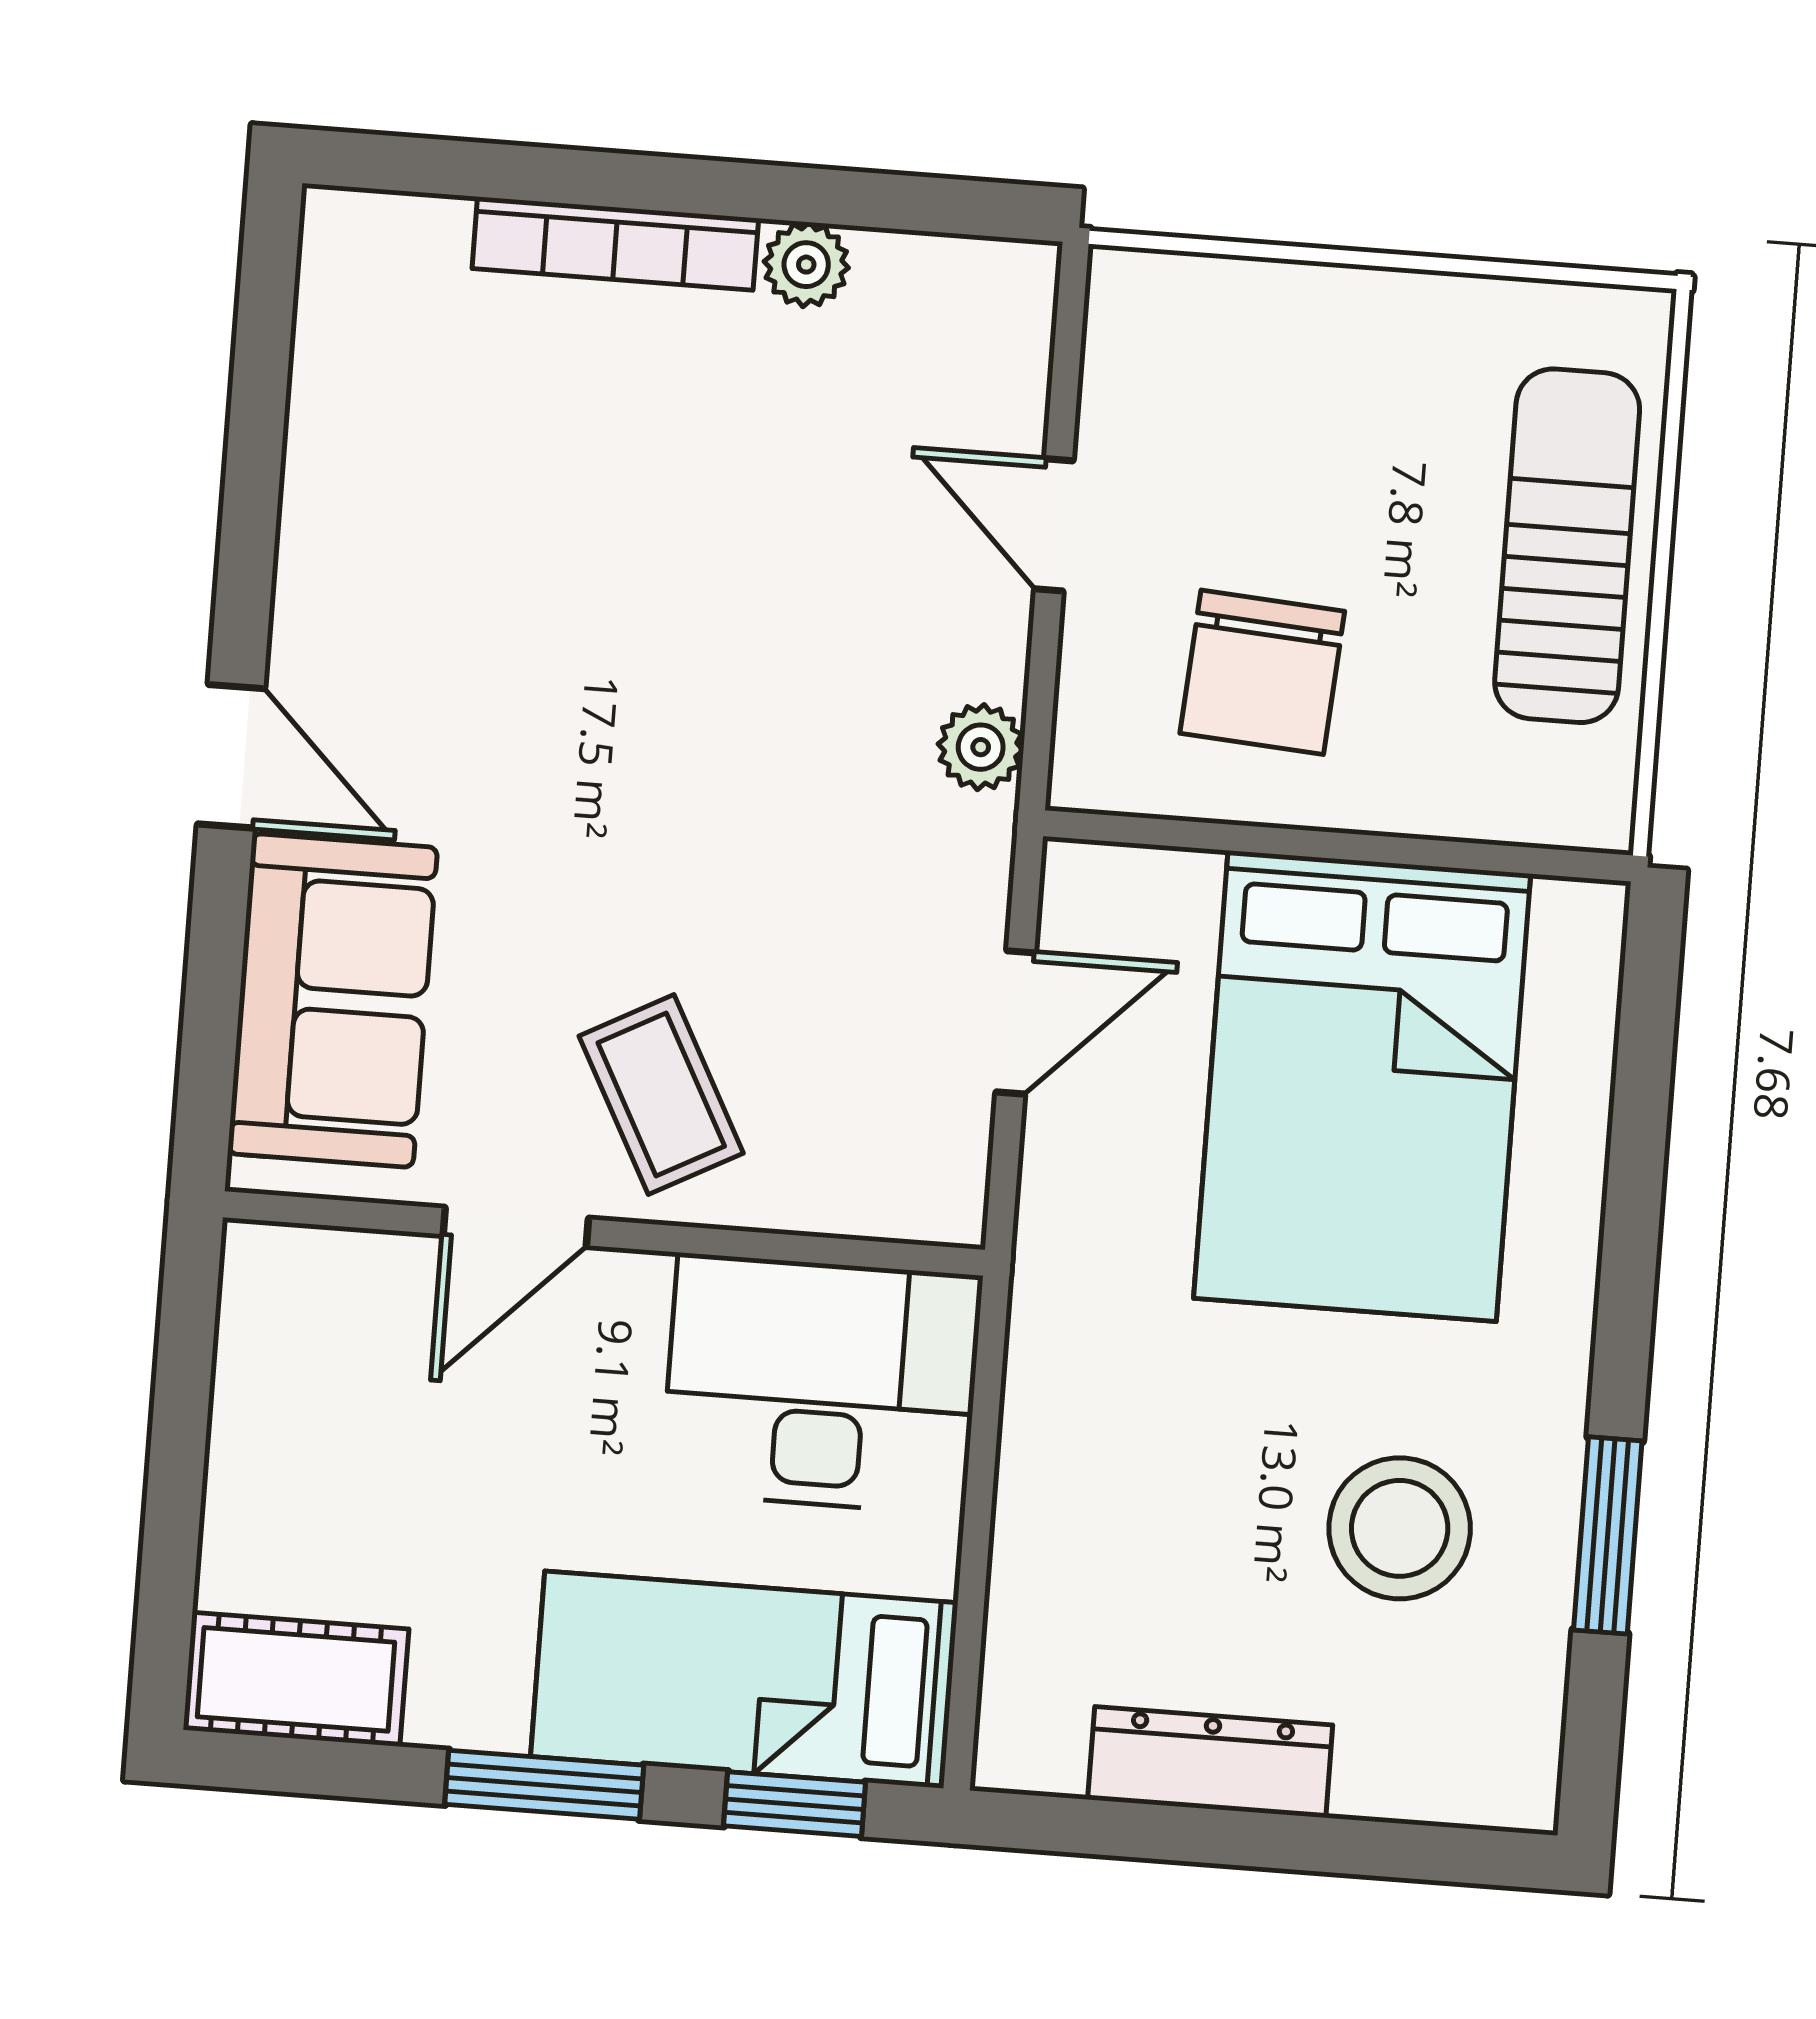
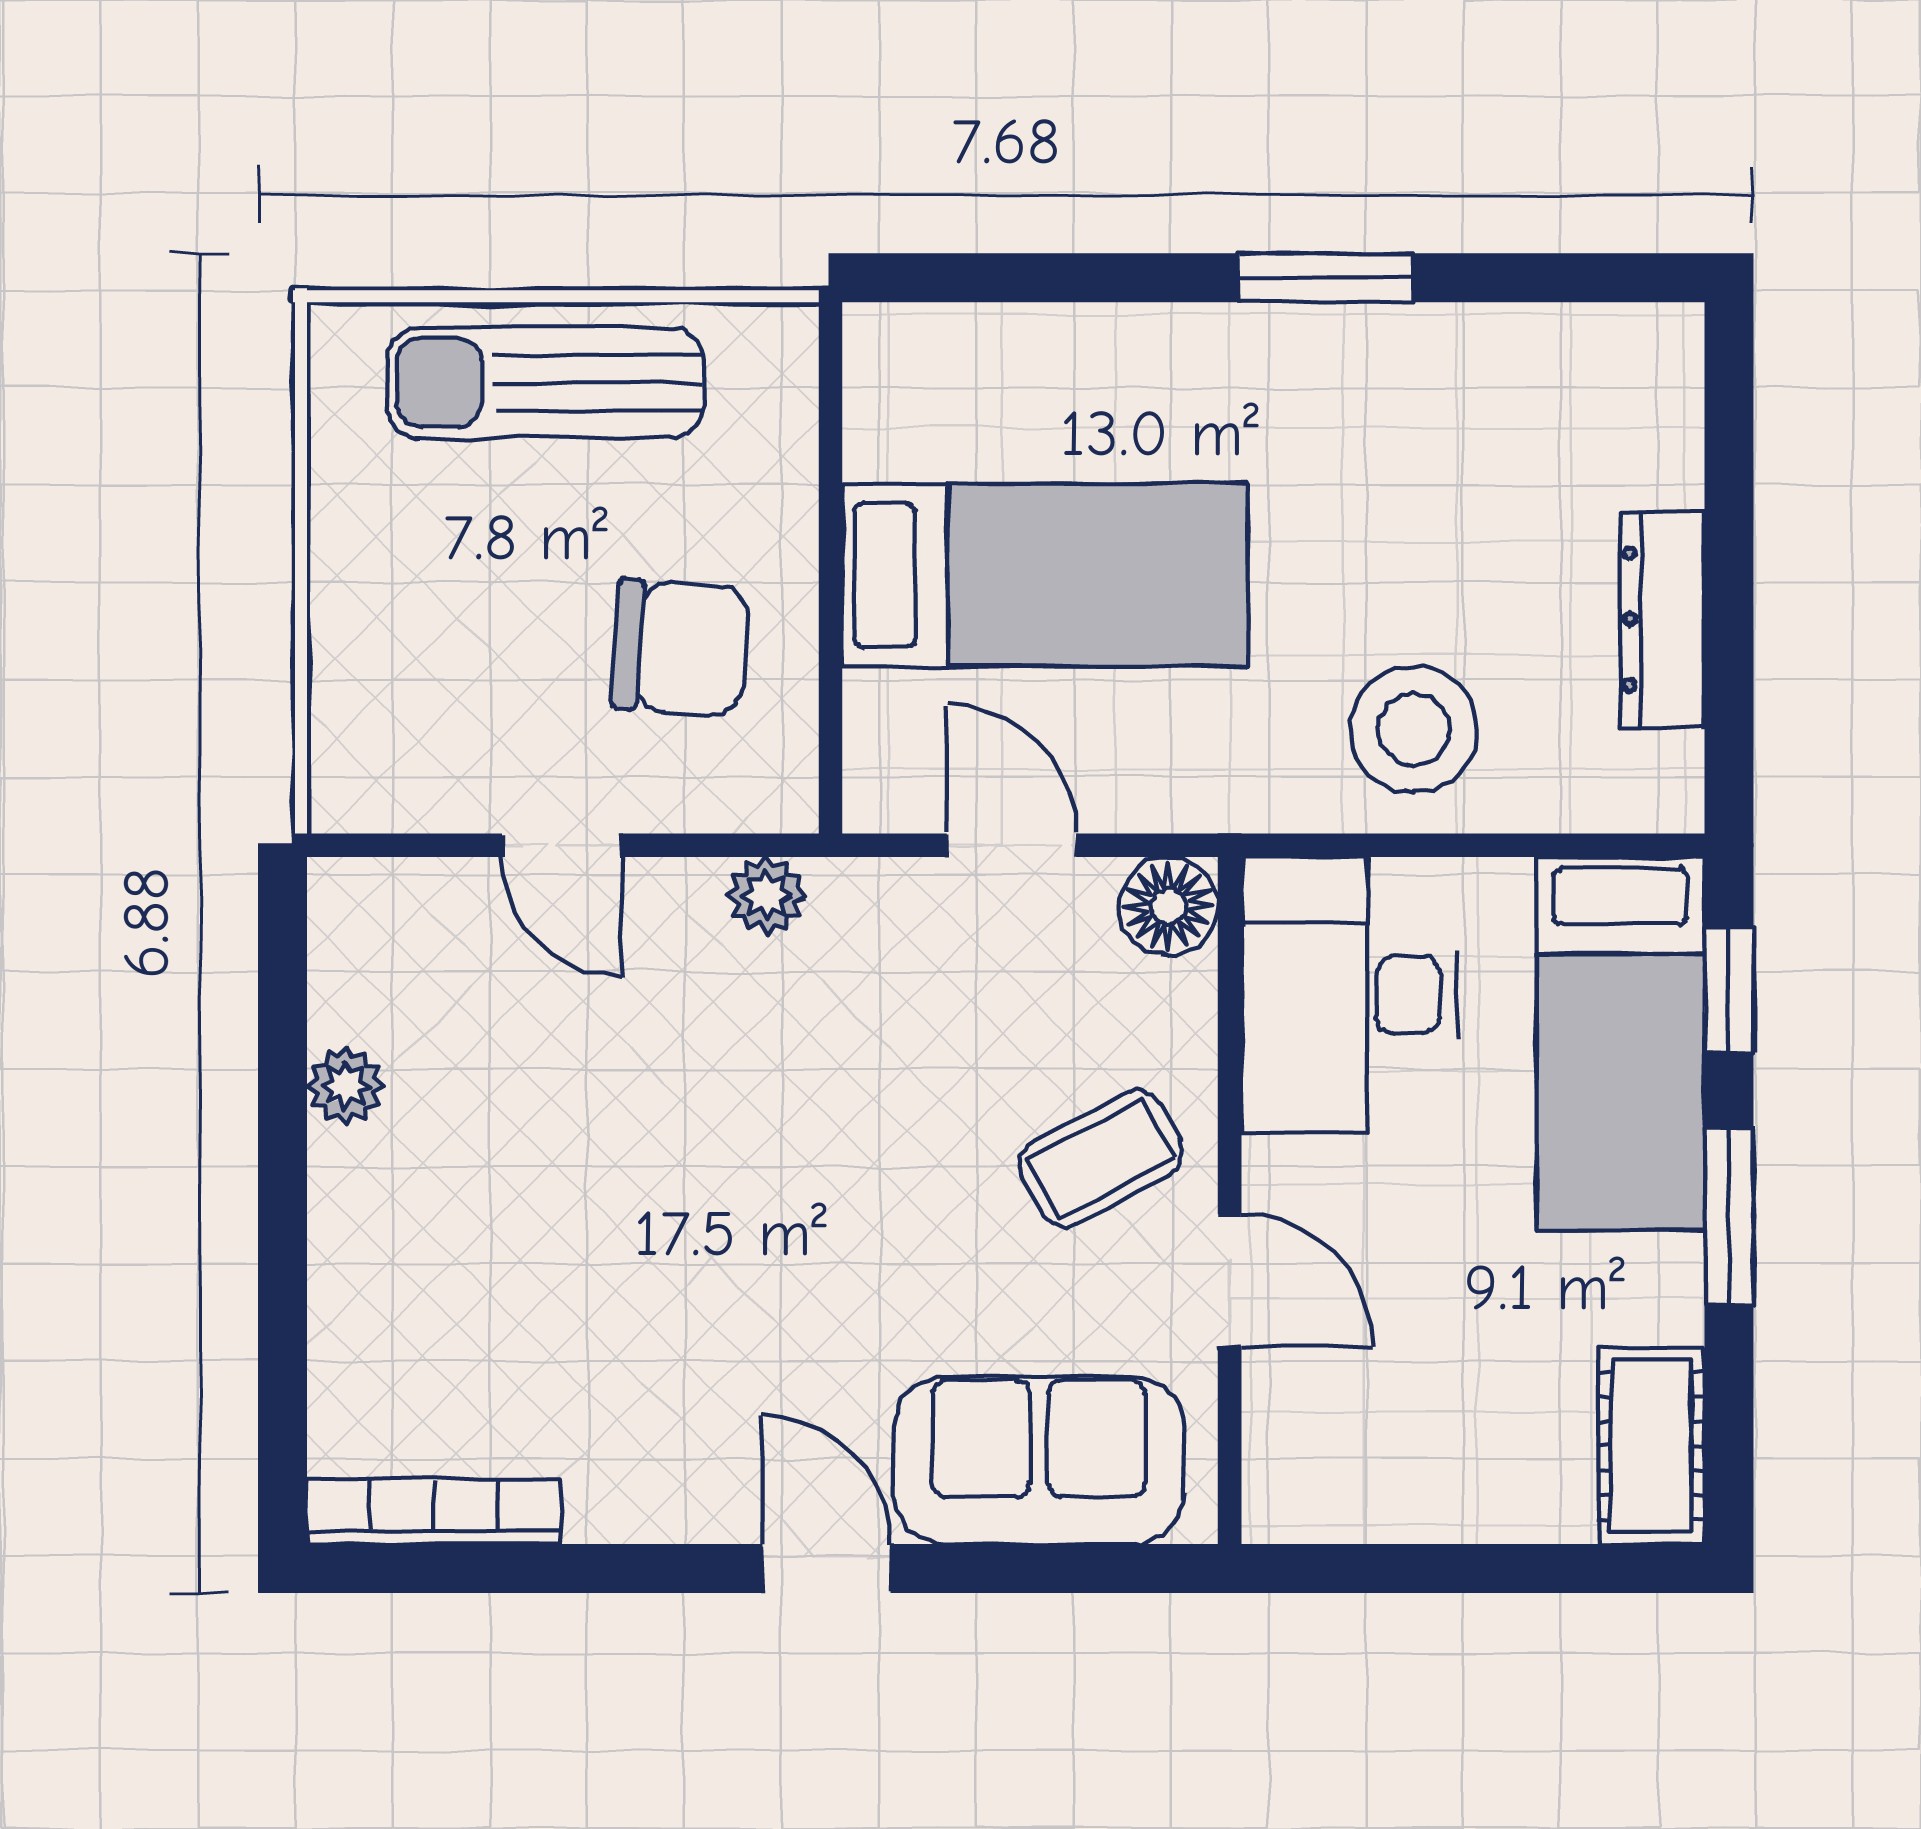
bookcase: (615, 243) -> (434, 1512), moved, turned -90
door: (1054, 525) -> (562, 845), hinge flipped
door: (231, 756) -> (827, 1568), hinge flipped
bed: (1362, 1086) -> (1045, 575), width x0.67
floor lamp: (935, 1191) -> (1169, 906), added
stool: (1400, 1528) -> (1414, 729), moved
window: (1608, 1535) -> (1325, 278), moved

